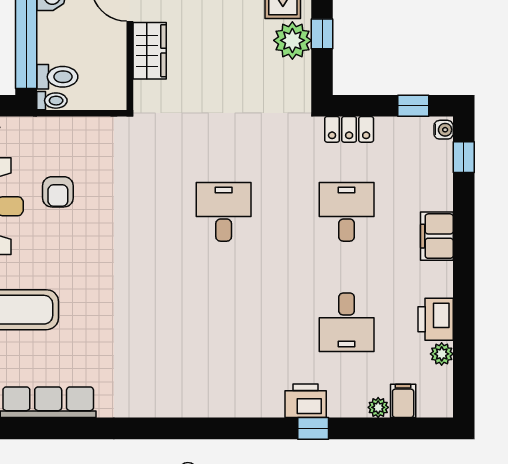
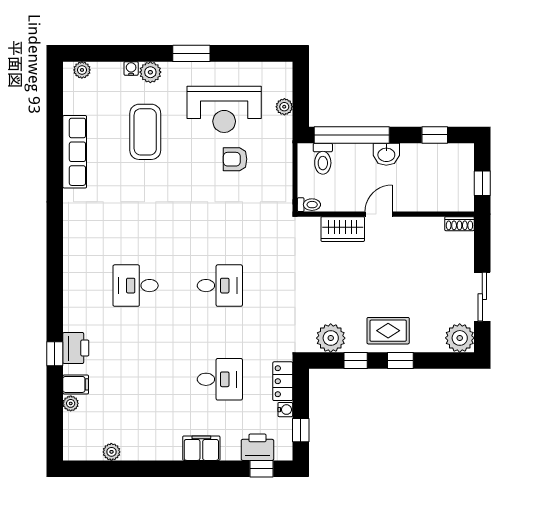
plant: (292, 40) -> (331, 338), moved
toilet: (52, 101) -> (309, 205), moved, turned -90
water cooler: (444, 130) -> (285, 410), moved, turned -90
printer: (436, 319) -> (257, 447), moved
desk: (347, 322) -> (136, 286), moved
filing cabinet: (403, 401) -> (76, 384), moved

